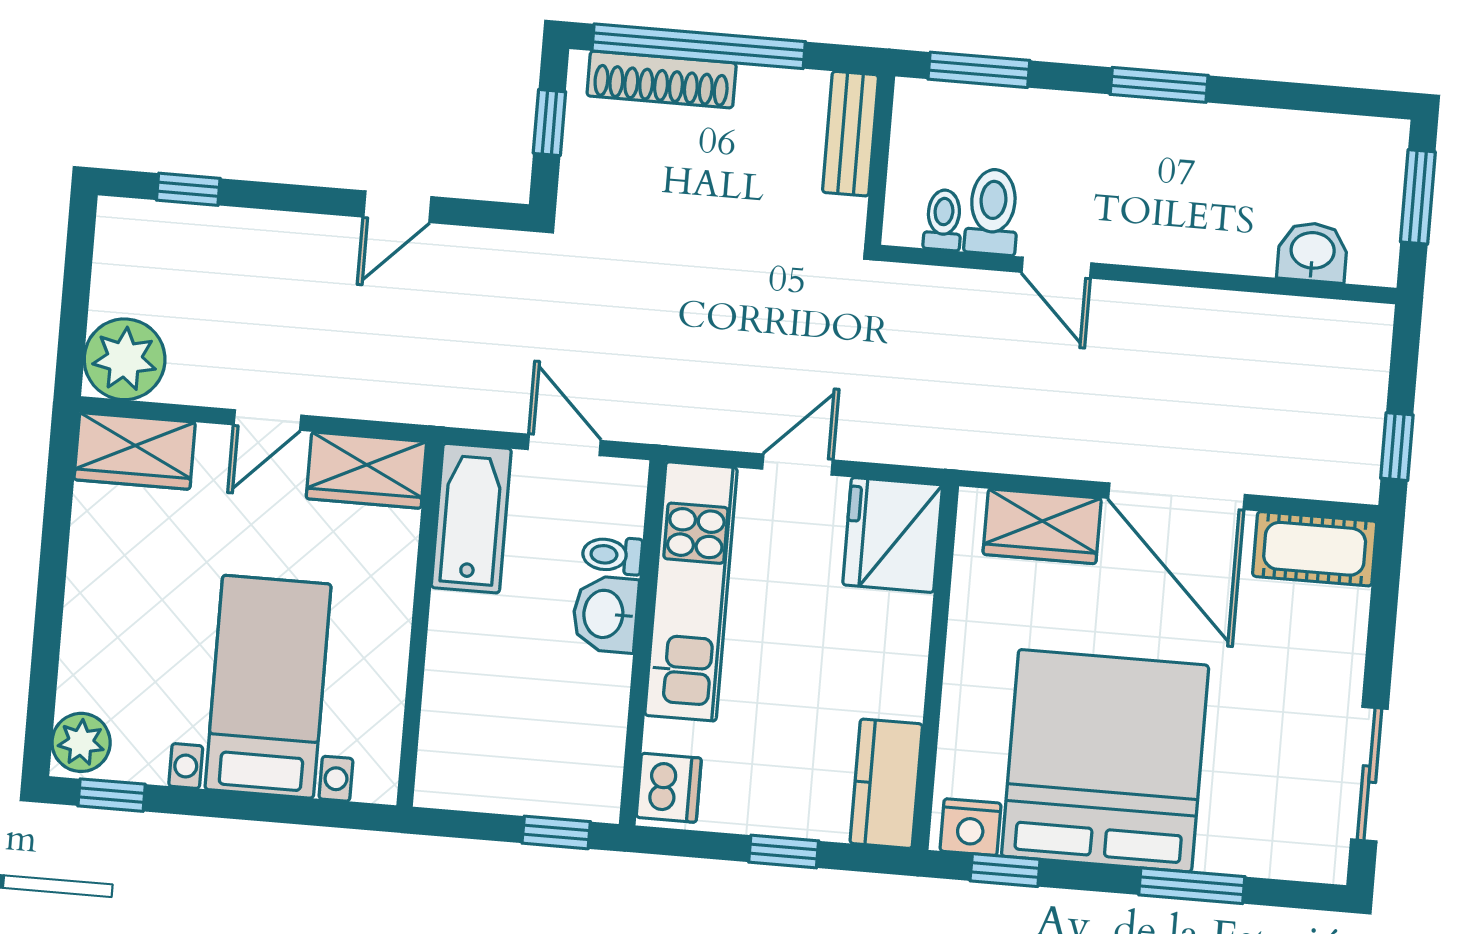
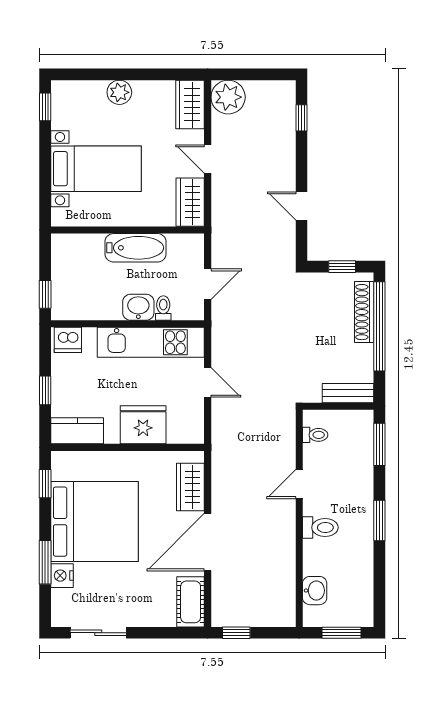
toilet: (993, 212) -> (320, 528), moved
bathtub: (471, 518) -> (136, 248), moved
fridge: (893, 535) -> (143, 425), moved
plant: (81, 742) -> (119, 92), moved
nightstand: (971, 827) -> (62, 576), moved

